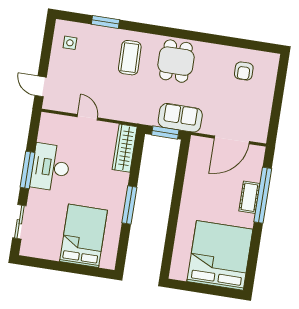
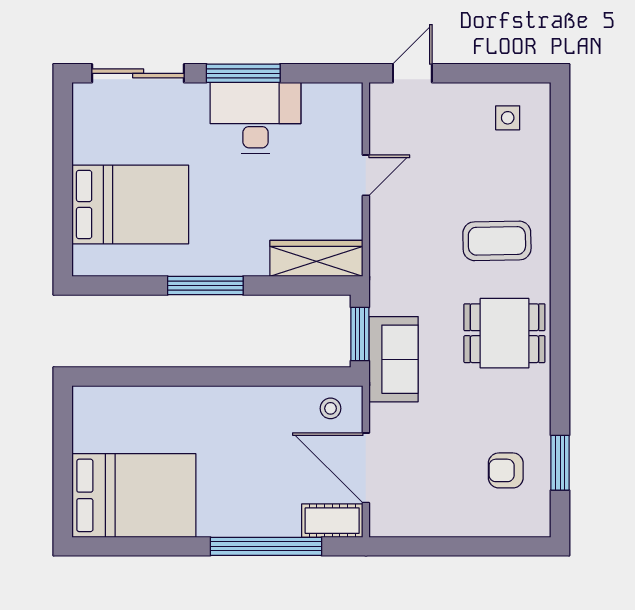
window: (105, 22) -> (560, 463), moved
stool: (200, 153) -> (331, 408), added
cot: (249, 197) -> (332, 521), moved
sliding door: (19, 222) -> (138, 73), width x1.37
bed: (220, 255) -> (134, 495), width x0.73

